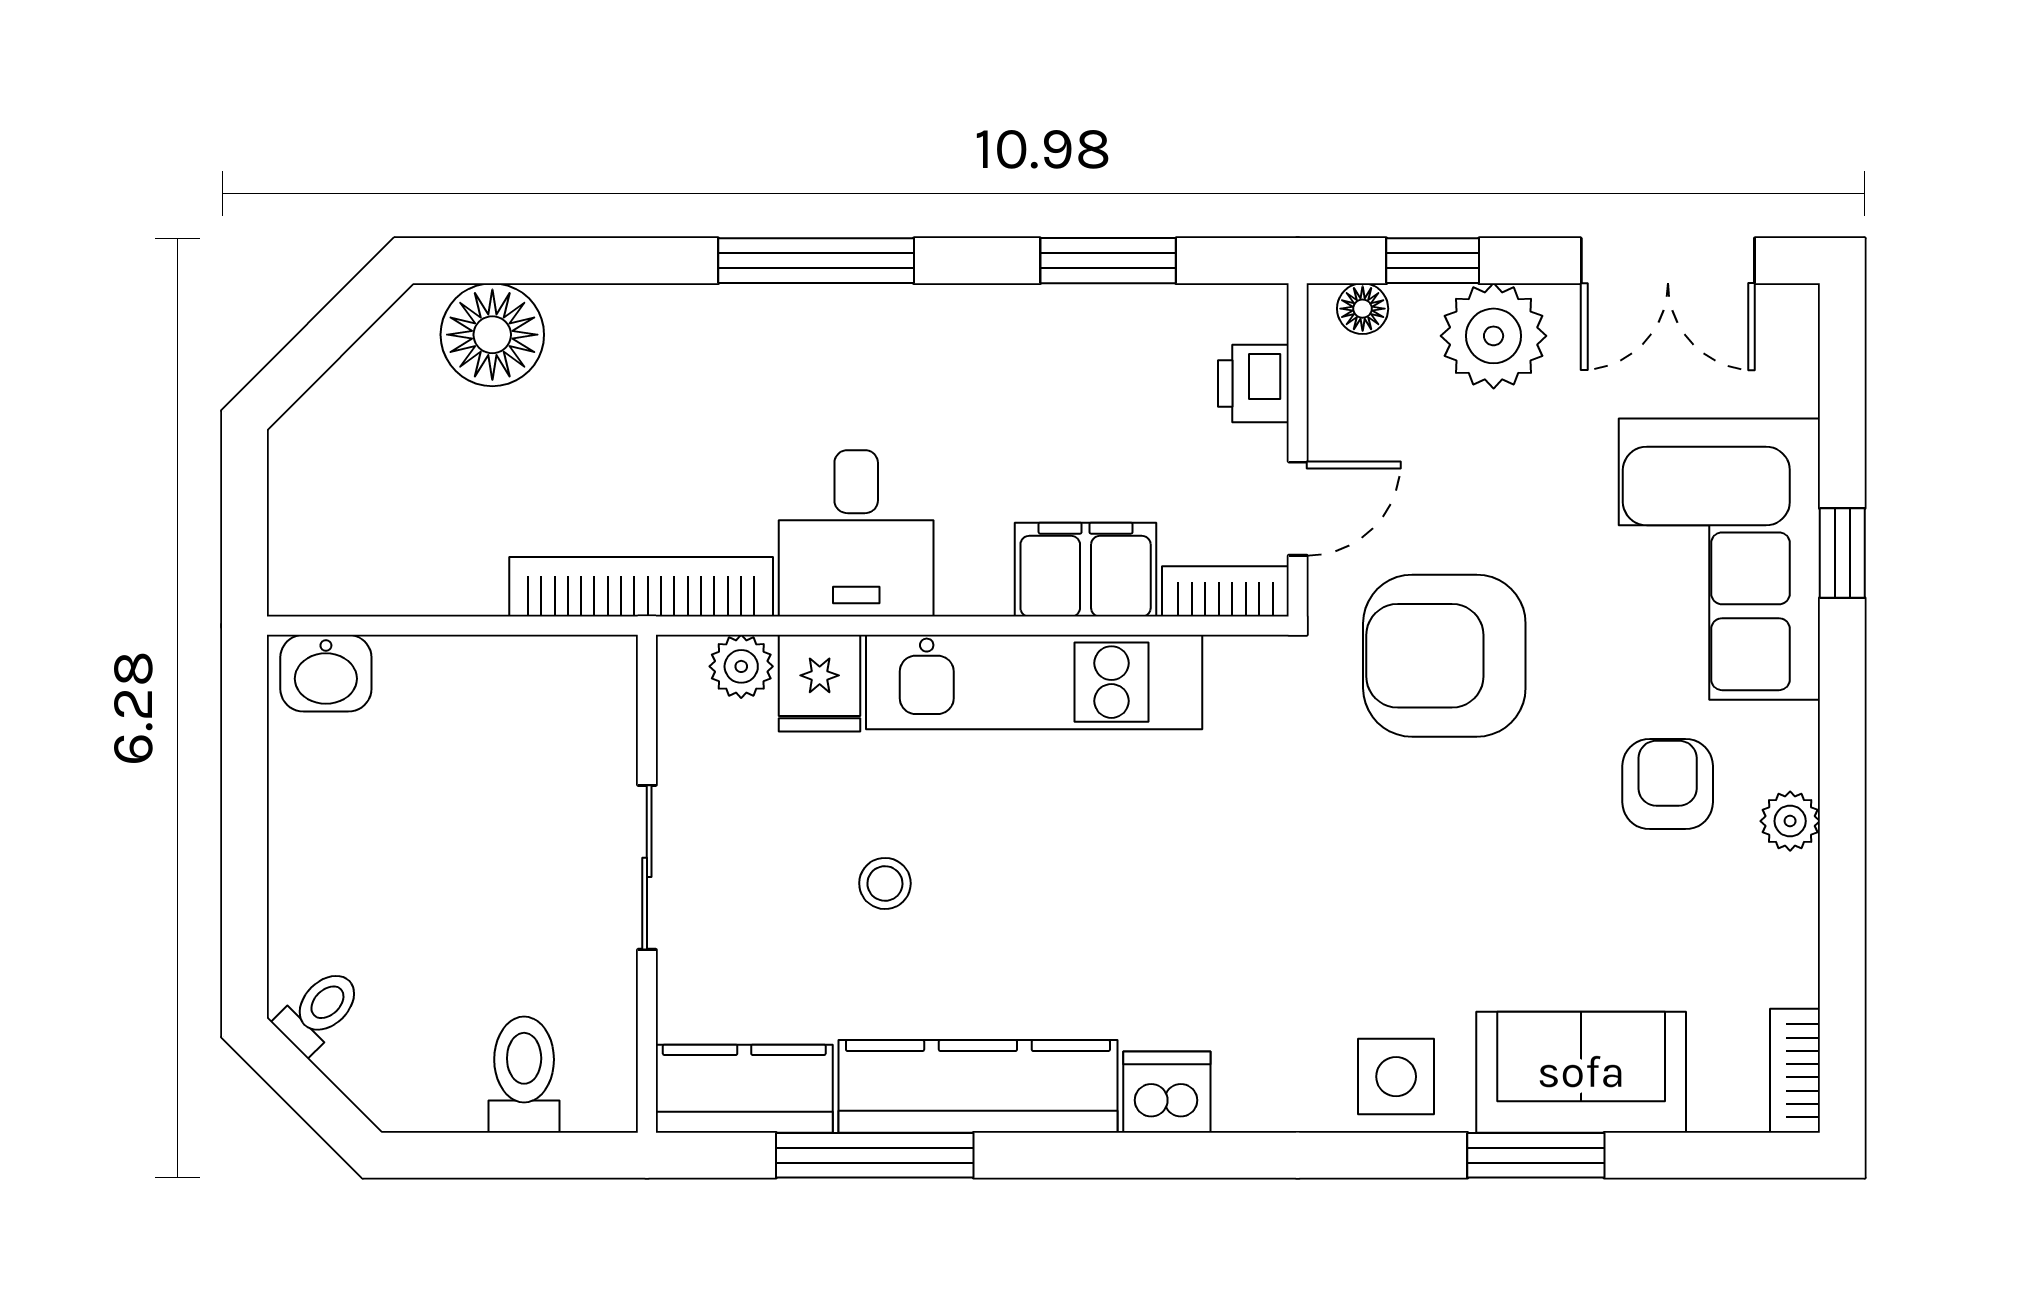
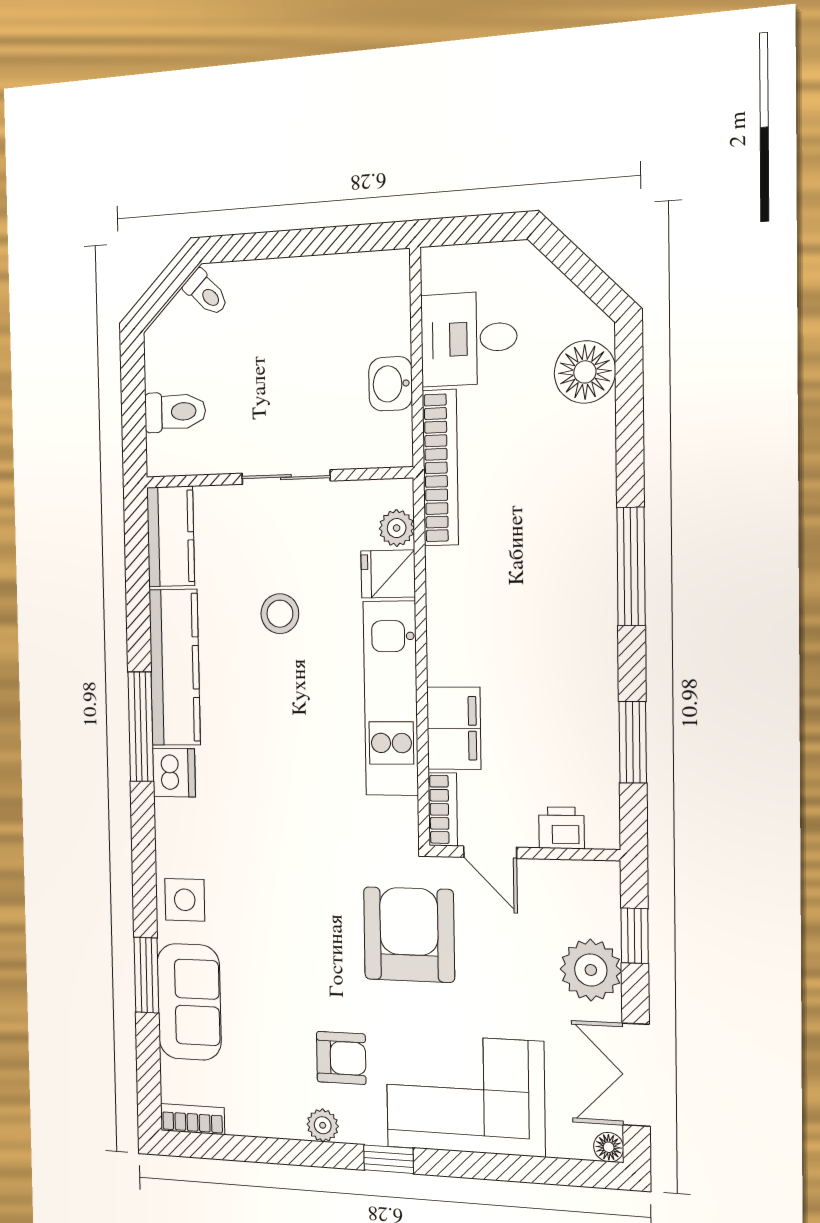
floor lamp: (1363, 309) -> (609, 1147), moved
desk: (856, 533) -> (469, 339), moved
window: (1842, 553) -> (389, 1159), moved
washbasin: (326, 673) -> (391, 384), moved
stool: (885, 883) -> (280, 614), width x1.37, depth x1.37
window: (875, 1155) -> (141, 727), moved

